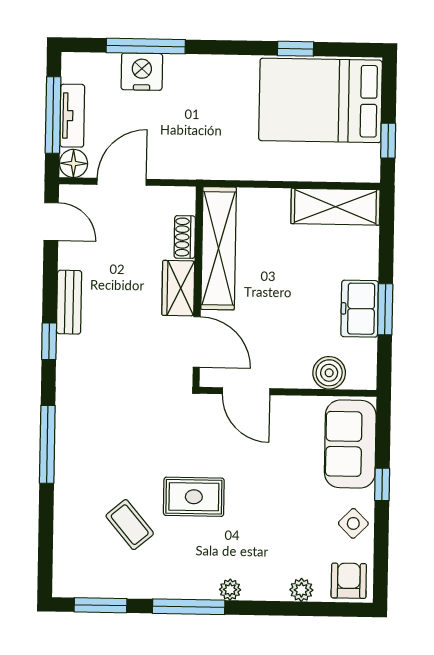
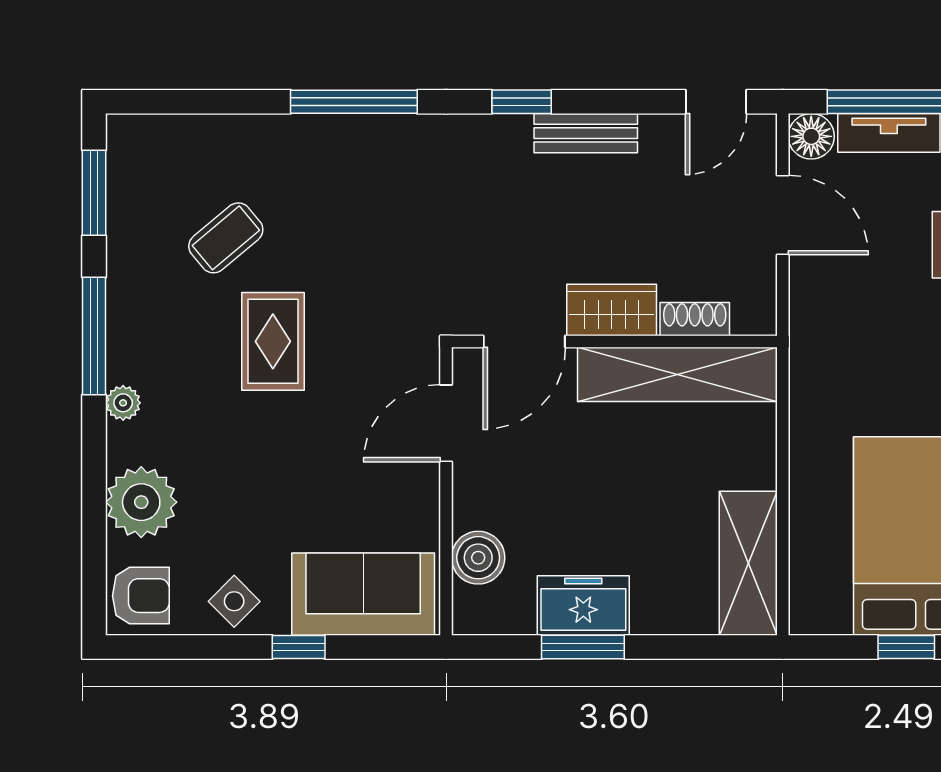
window: (388, 141) -> (906, 647), moved
plant: (301, 590) -> (141, 502), width x1.88, depth x1.88

